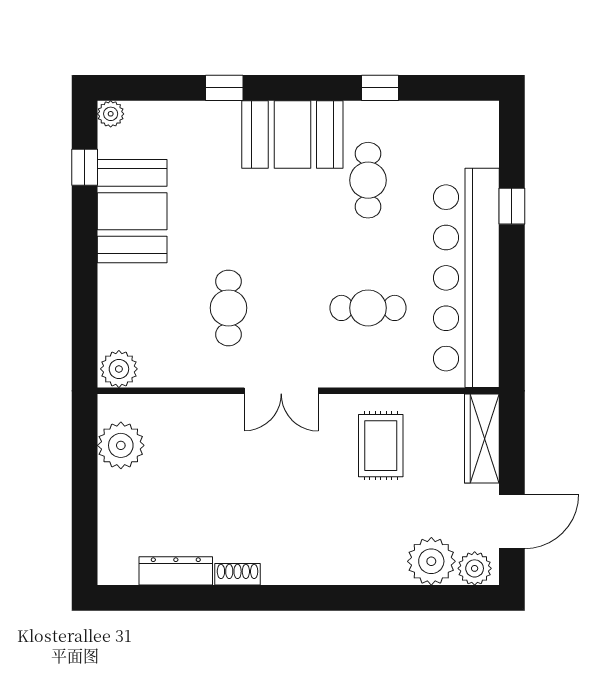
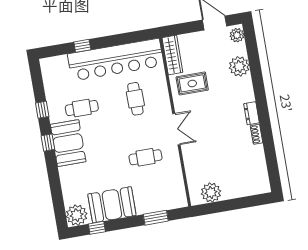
window: (224, 88) -> (48, 143), moved
plant: (111, 114) -> (77, 215), width x1.88, depth x1.88
window: (85, 308) -> (156, 218), added
plant: (119, 369) -> (179, 199), removed
wardrobe: (482, 438) -> (172, 55), moved, turned -90
plant: (431, 561) -> (239, 66), moved
dresser: (176, 571) -> (251, 113), moved, width x0.70

